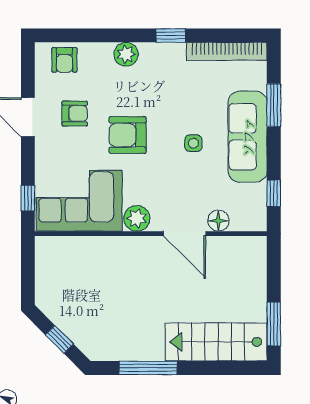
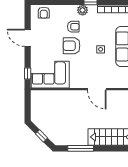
plant: (126, 54) -> (83, 10), moved
armchair: (75, 114) -> (73, 27), moved
plant: (137, 218) -> (76, 82), removed
floor lamp: (218, 221) -> (112, 84), removed

